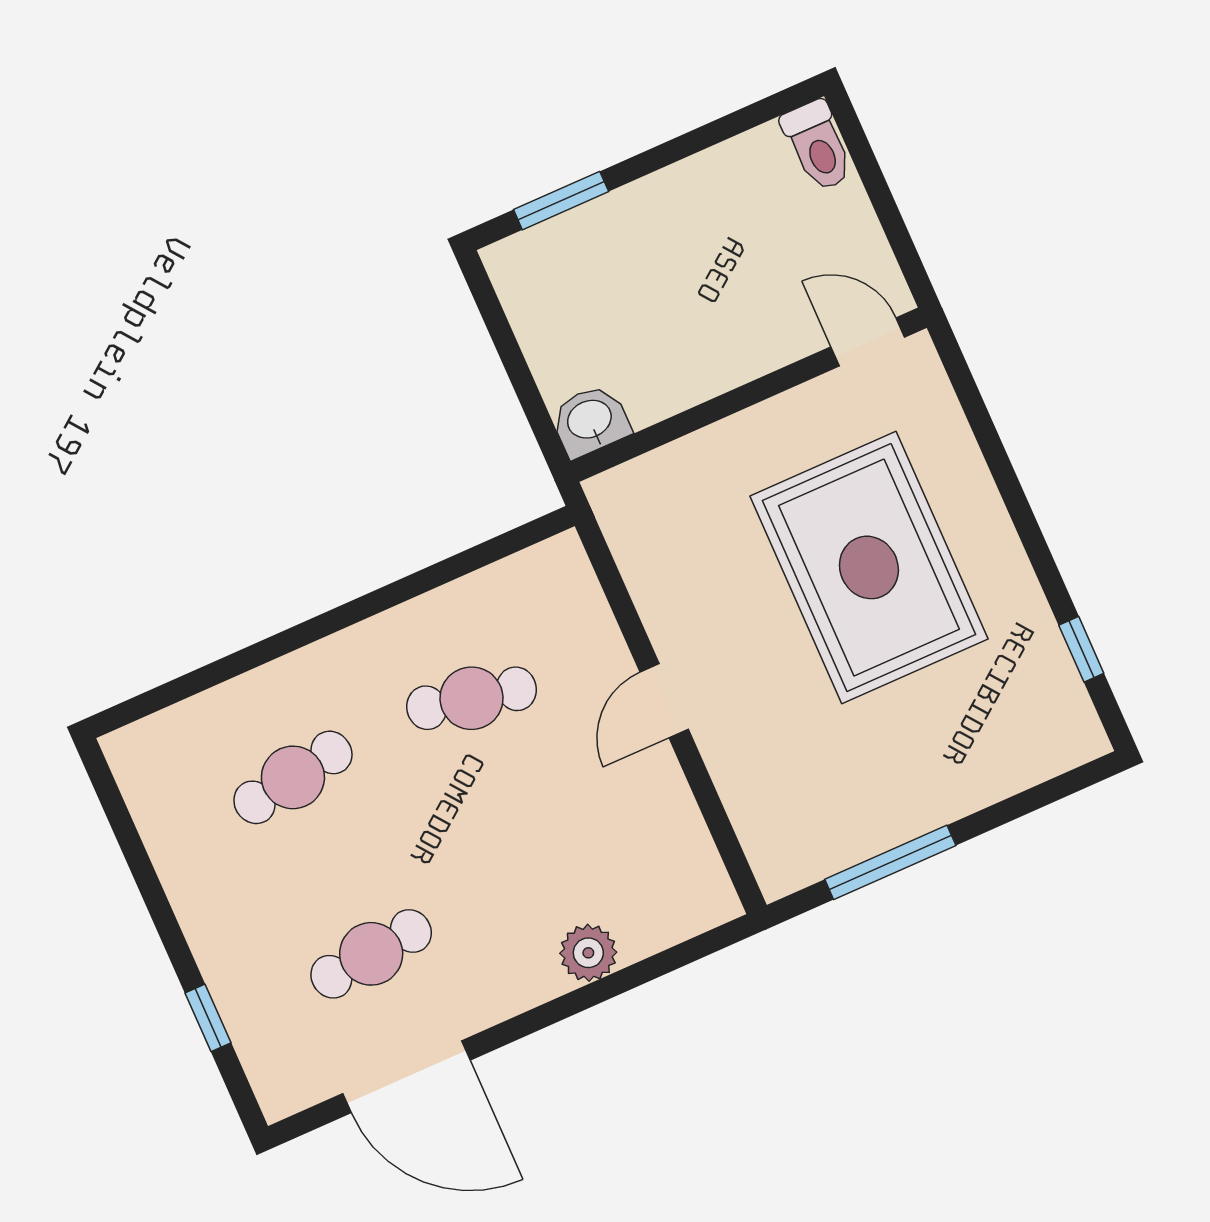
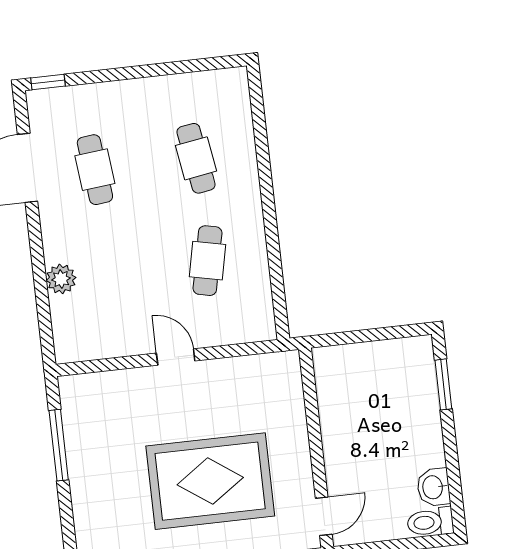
washbasin: (590, 421) -> (433, 487), moved, turned 180
window: (208, 1018) -> (48, 82), moved

